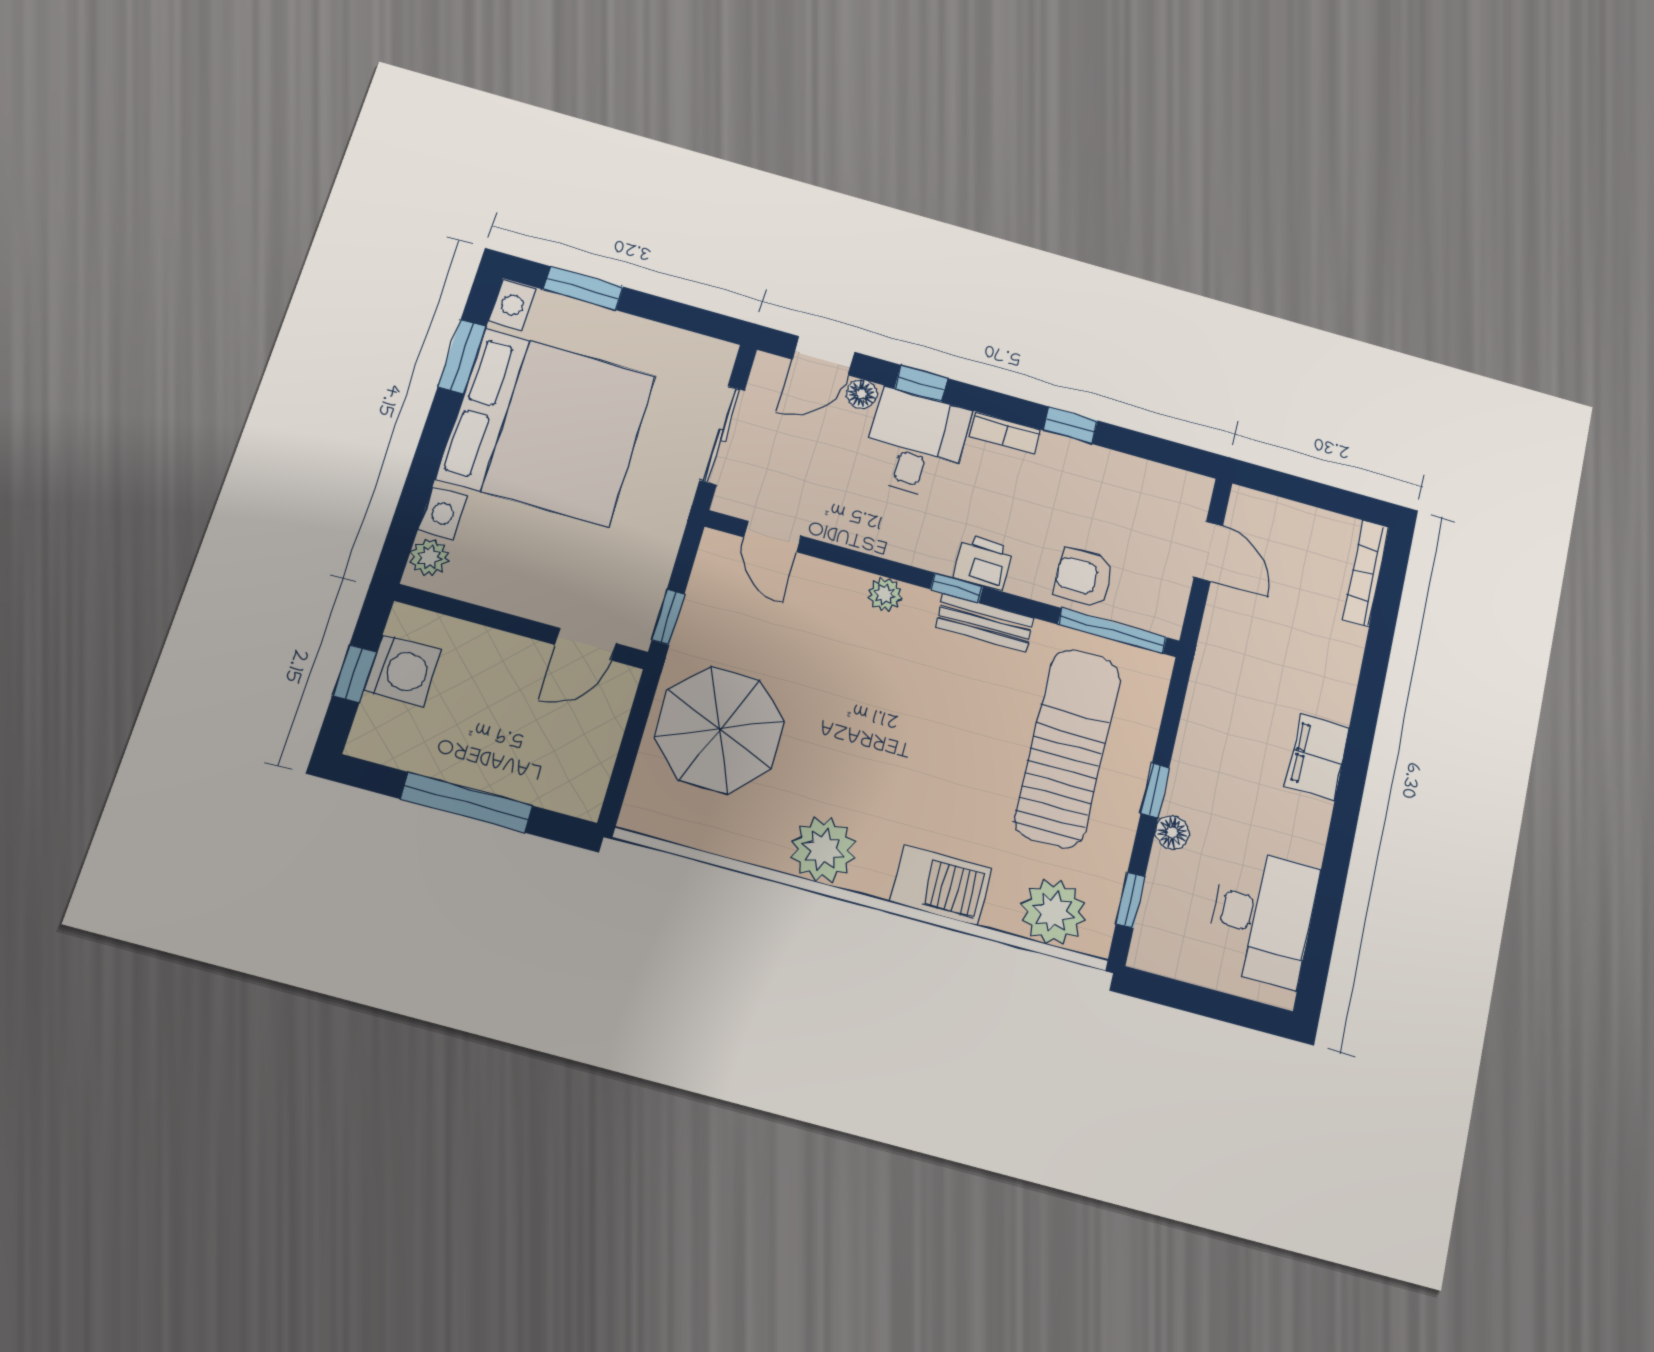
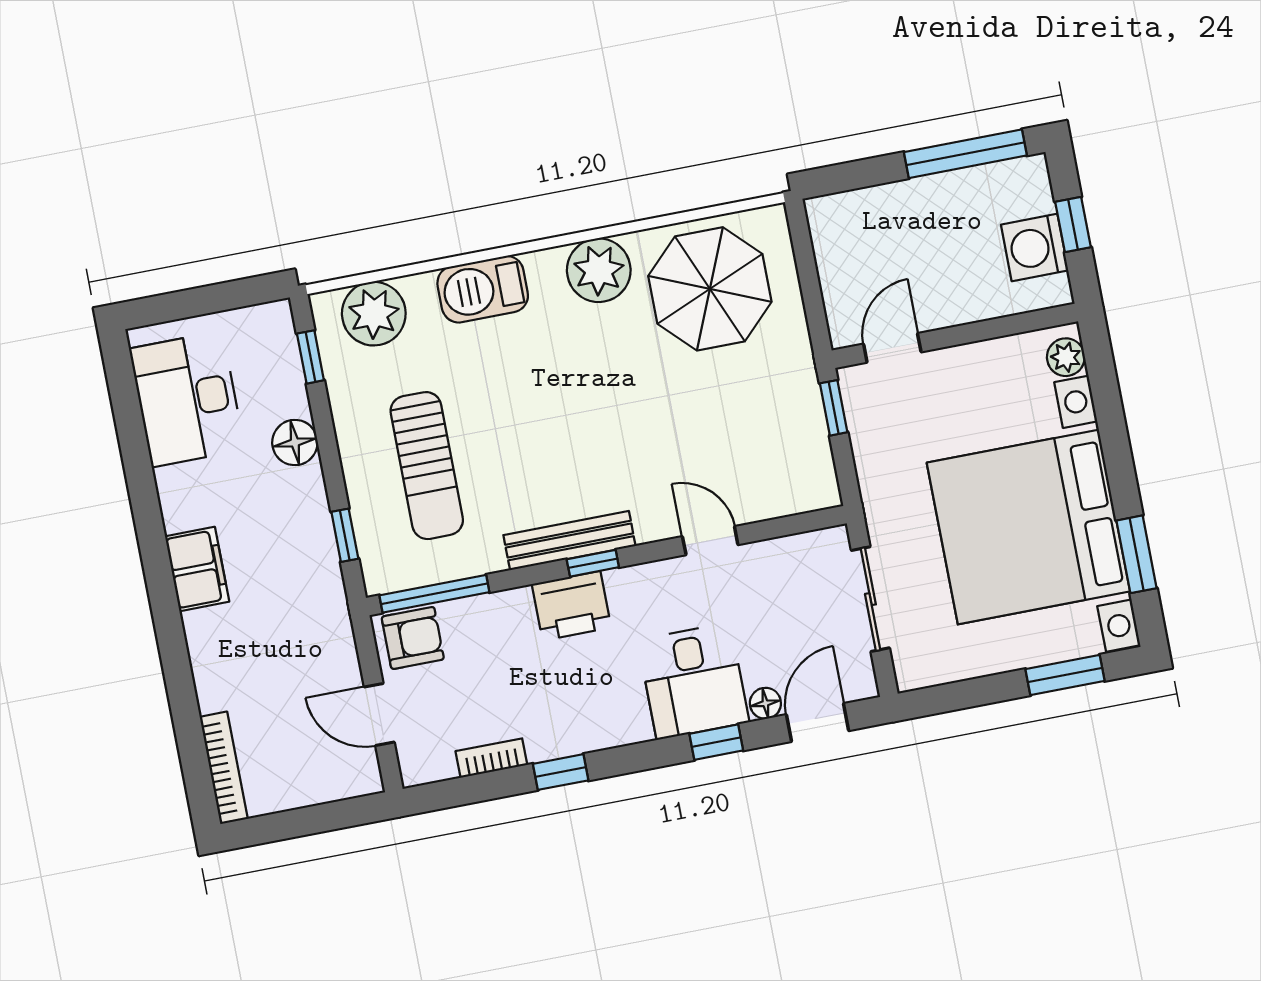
bookcase: (1005, 433) -> (491, 758), moved
door: (772, 537) -> (710, 541), moved
printer: (983, 563) -> (572, 606), width x1.36, depth x1.24
armchair: (1084, 578) -> (413, 638), moved
plant: (885, 594) -> (654, 525), removed
bench: (985, 622) -> (569, 540), width x1.36
parasol: (719, 730) -> (710, 289), moved
sun lounger: (1067, 748) -> (427, 466), width x0.73, depth x0.75
window: (1155, 790) -> (345, 535), moved
window: (467, 802) -> (965, 154), moved
floor lamp: (1172, 832) -> (295, 443), width x1.37, depth x1.37

